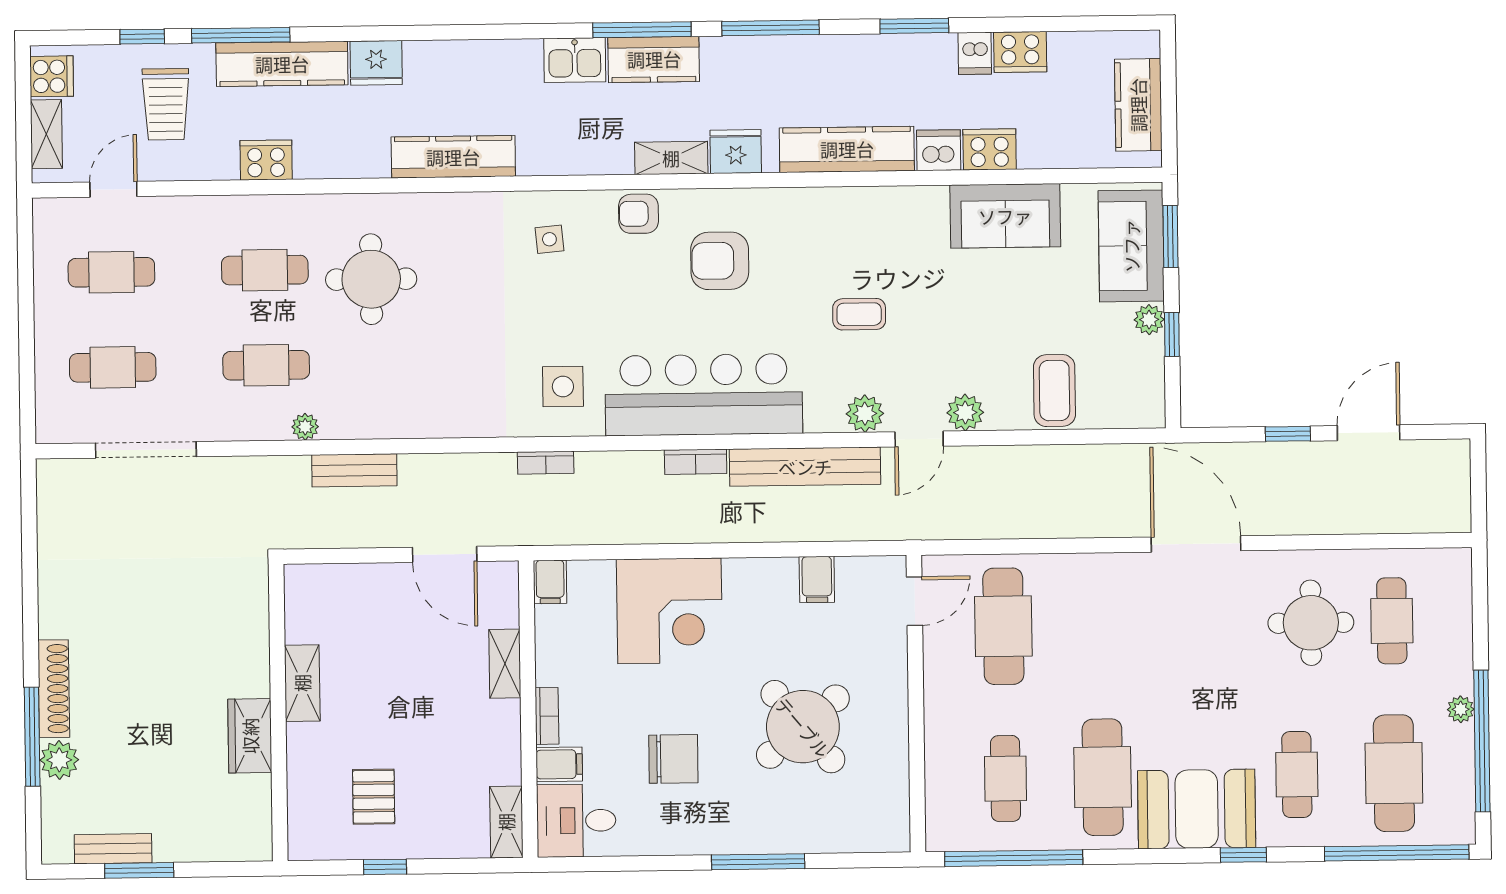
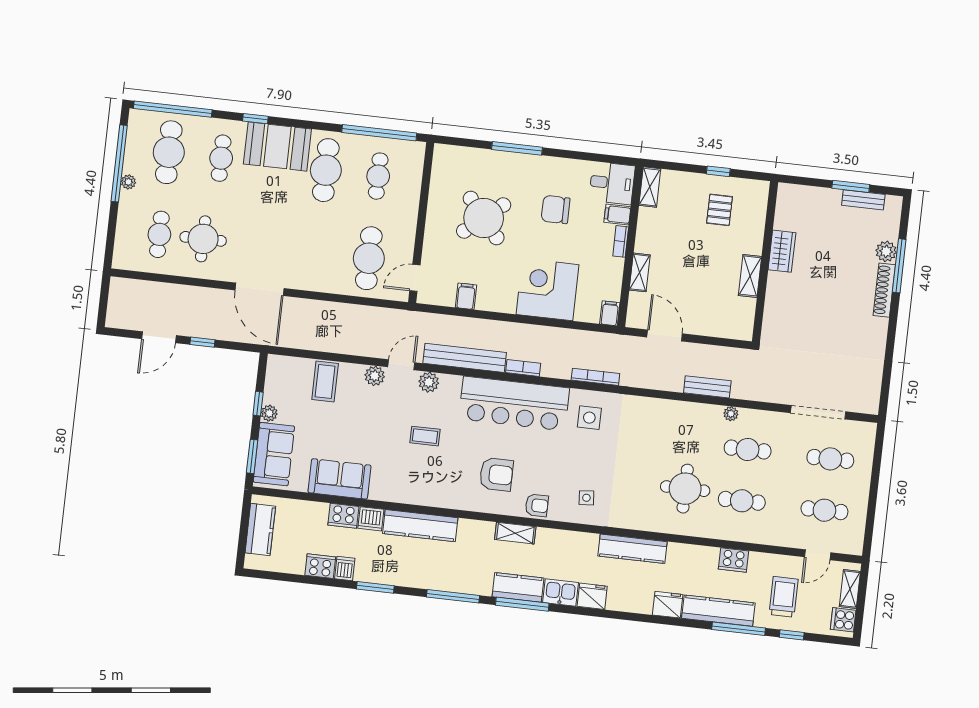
fridge: (736, 152) -> (592, 596), moved, turned 180
bookcase: (546, 463) -> (595, 377), width x1.56

